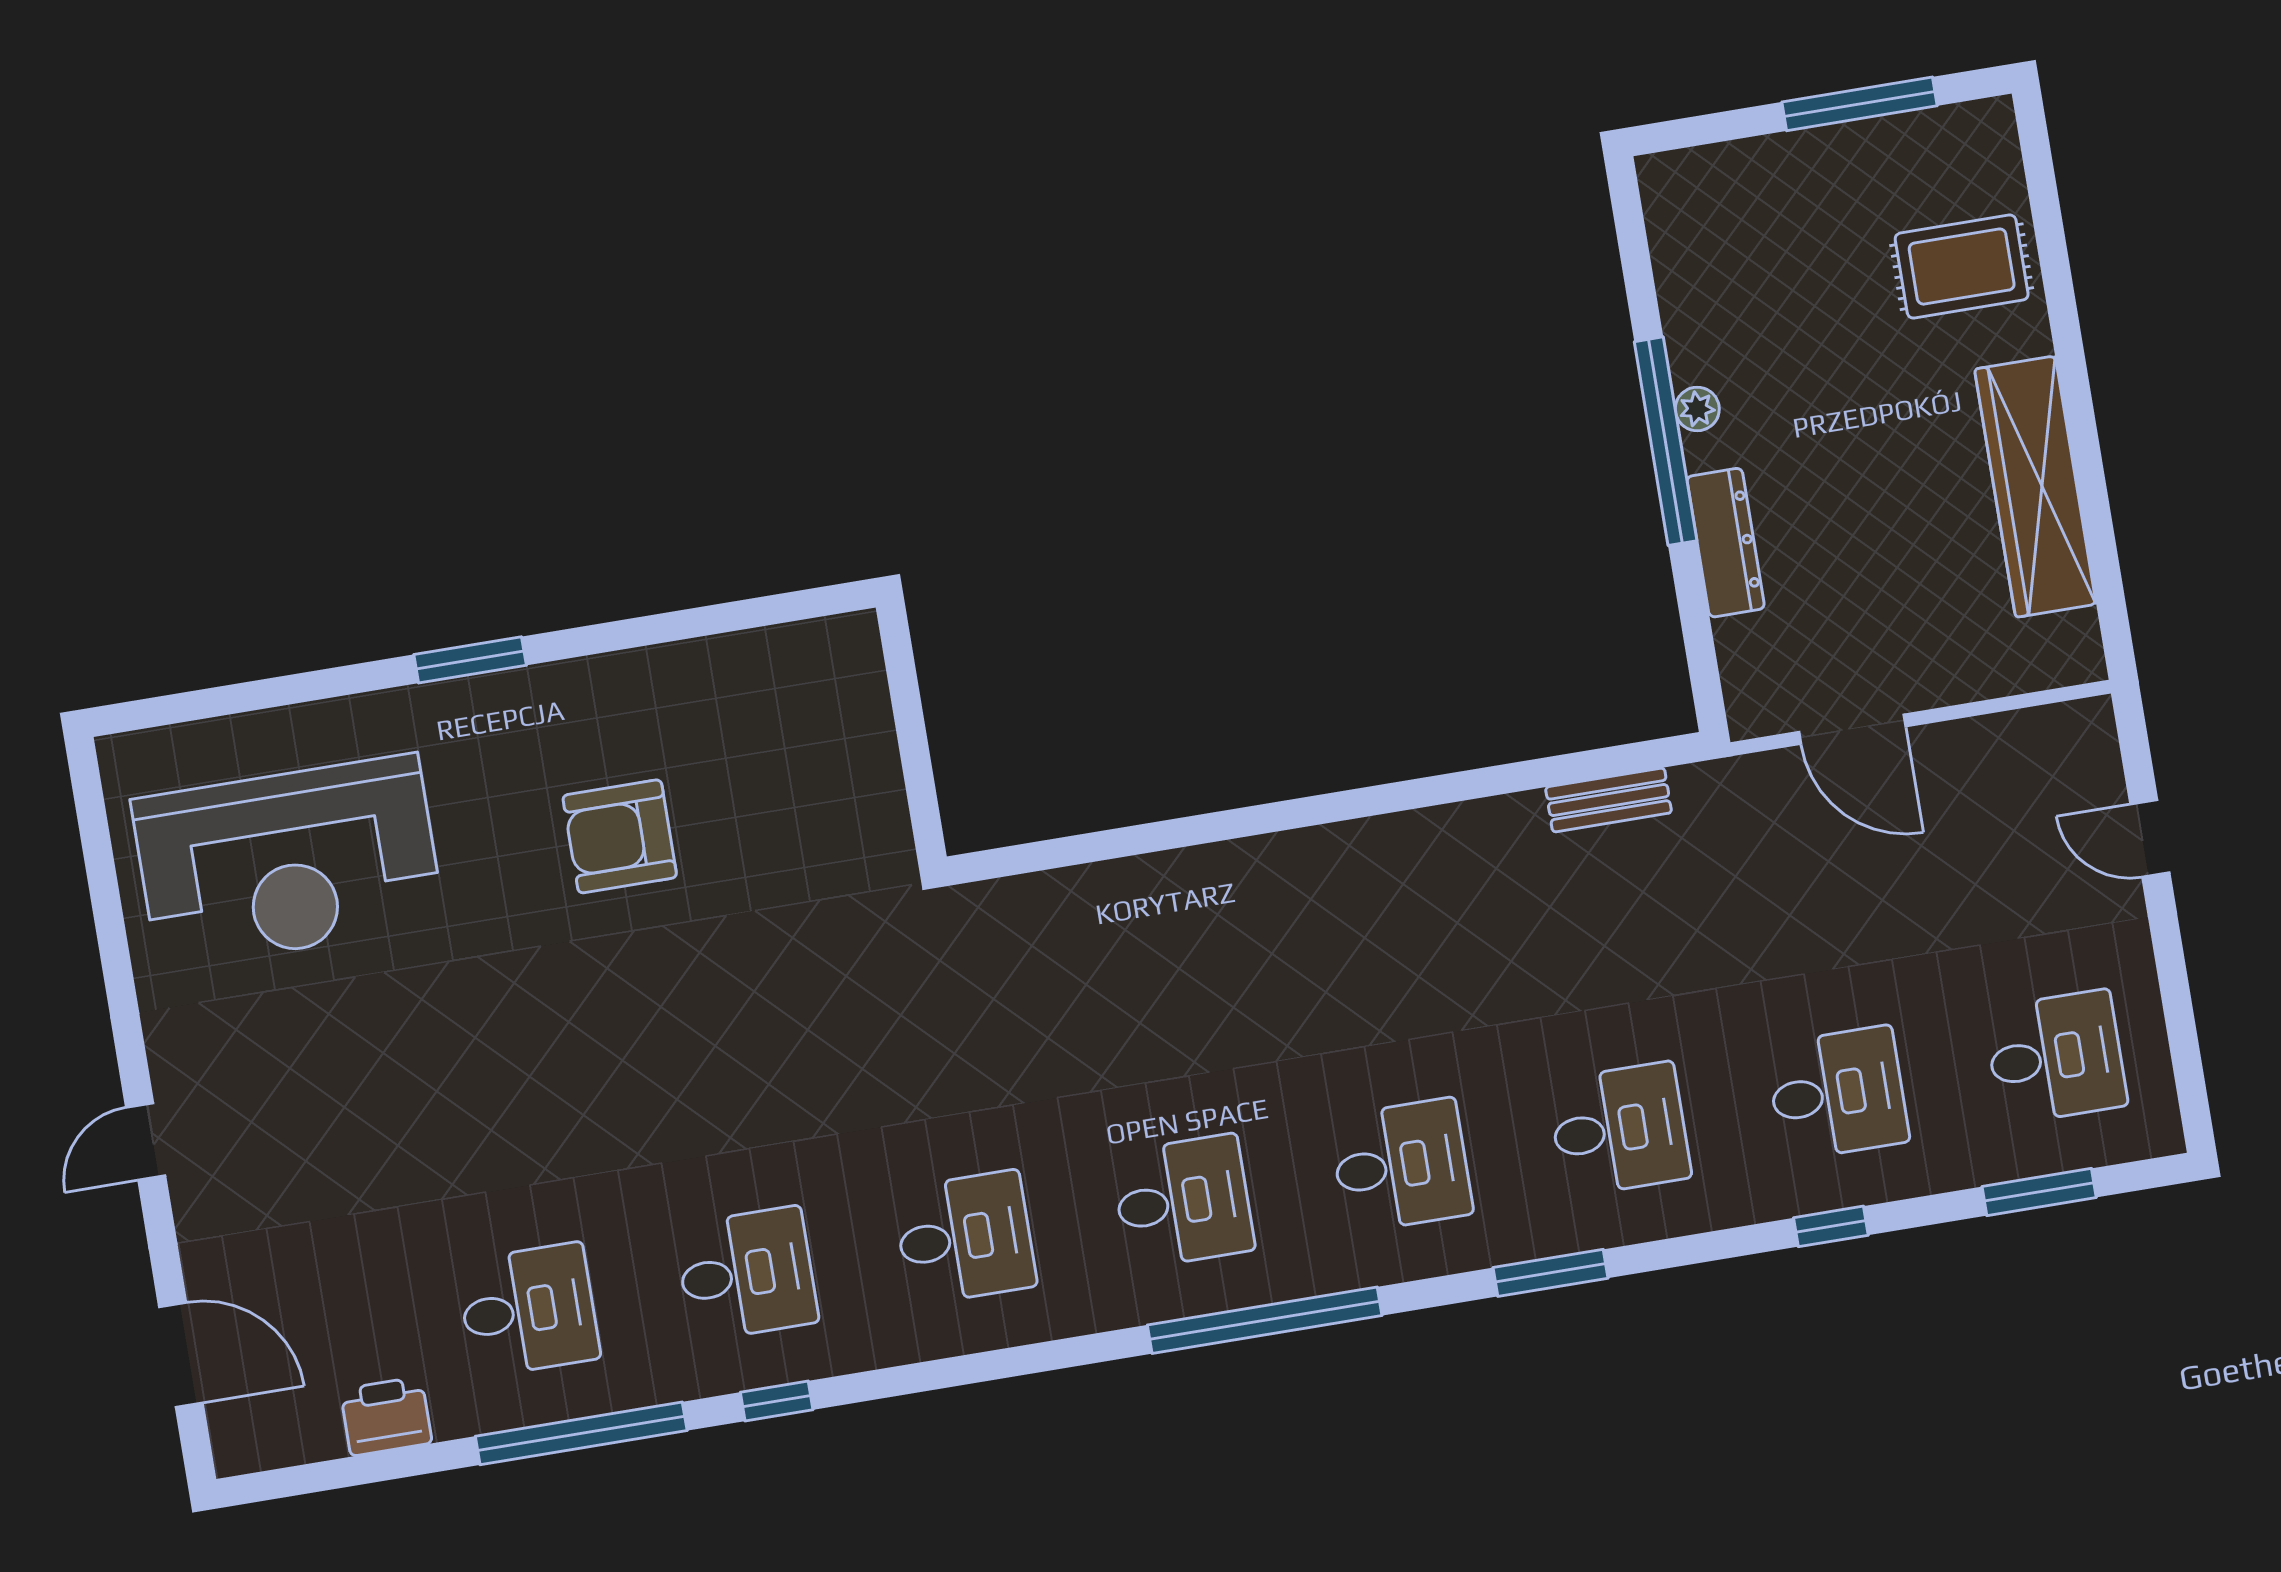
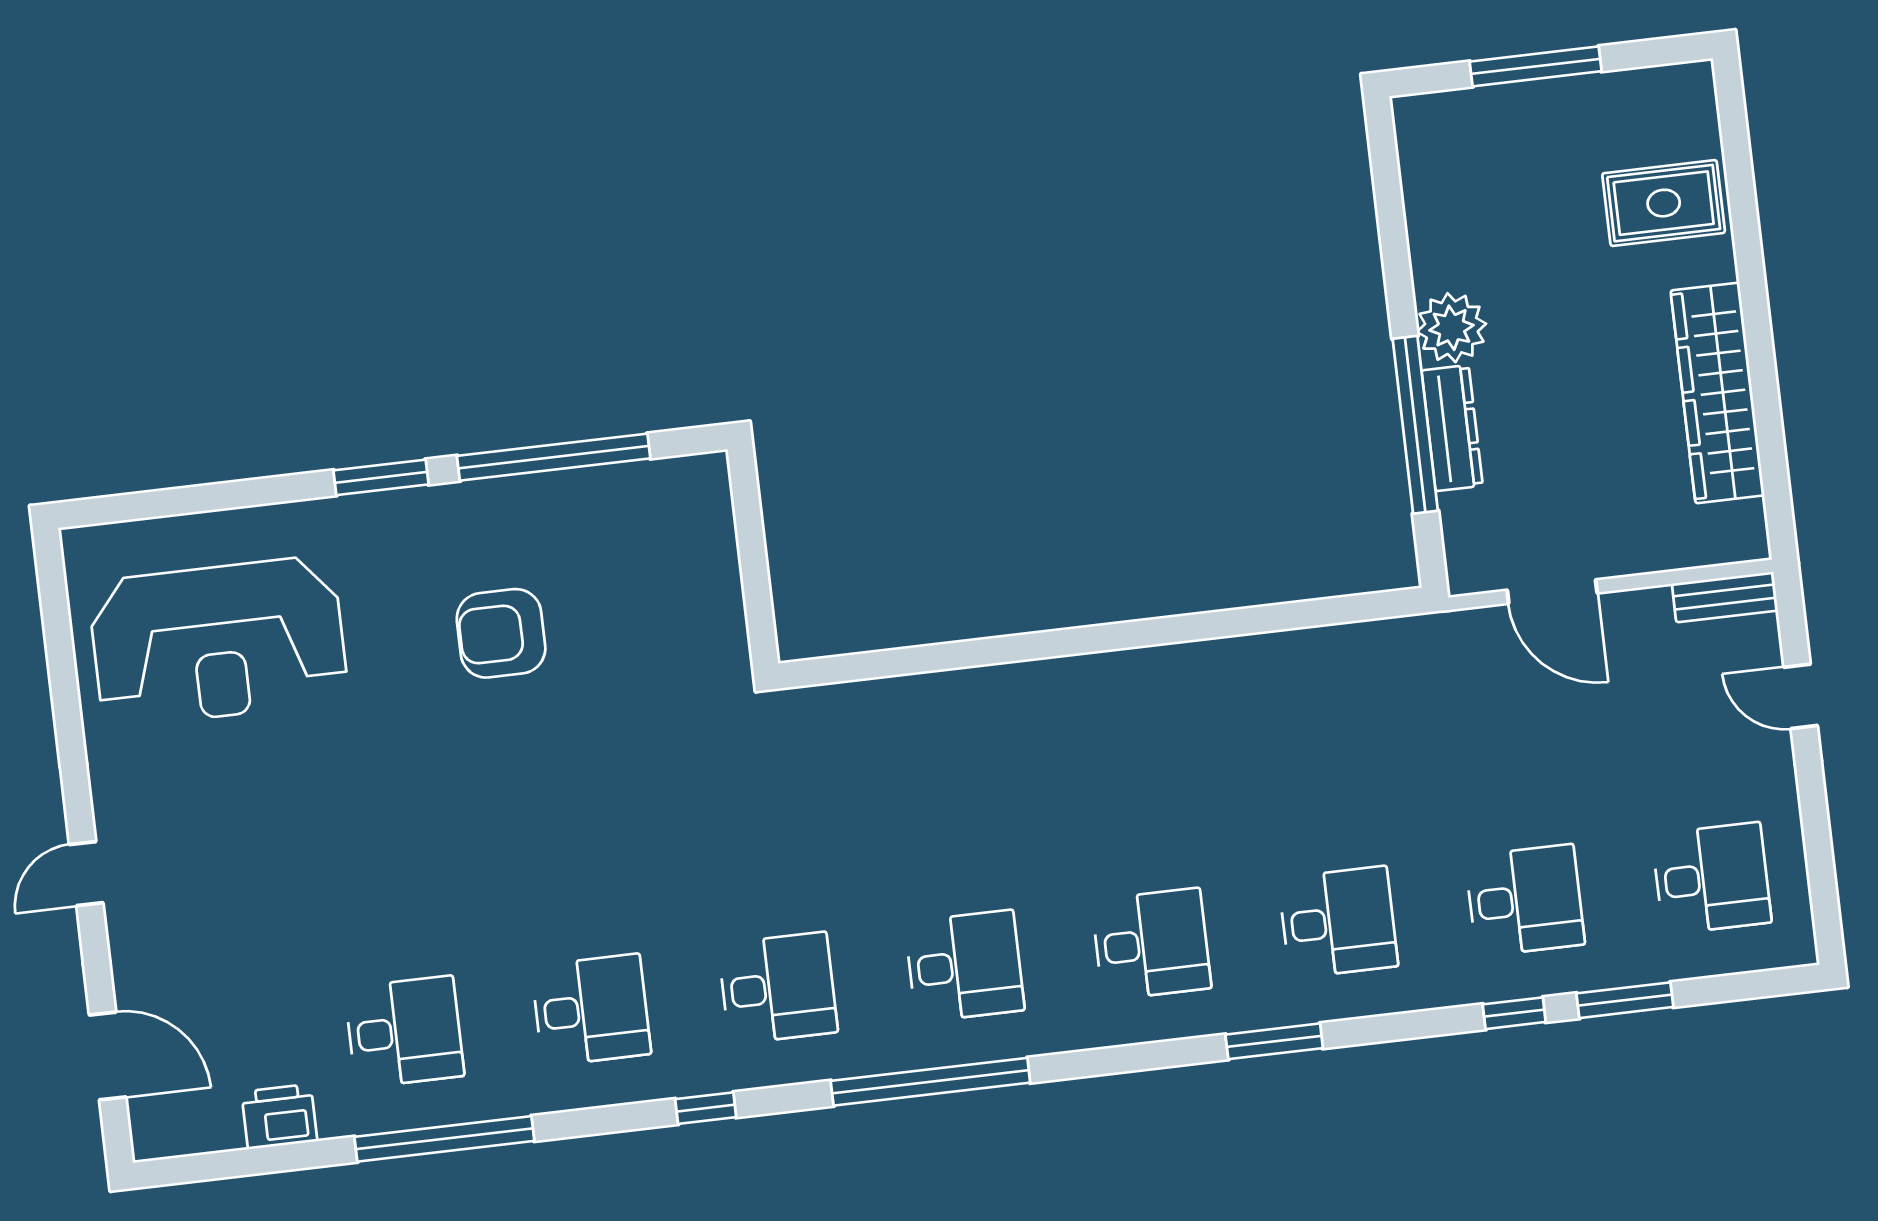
window: (1860, 104) -> (1536, 66), moved
plant: (1697, 409) -> (1451, 328), width x1.88, depth x1.88
window: (1666, 441) -> (1415, 425), moved
window: (672, 627) -> (554, 457), added
bench: (1609, 800) -> (1725, 597), moved
window: (2039, 1192) -> (1625, 1000), moved
window: (1265, 1320) -> (930, 1082), moved
window: (777, 1401) -> (706, 1108), moved

